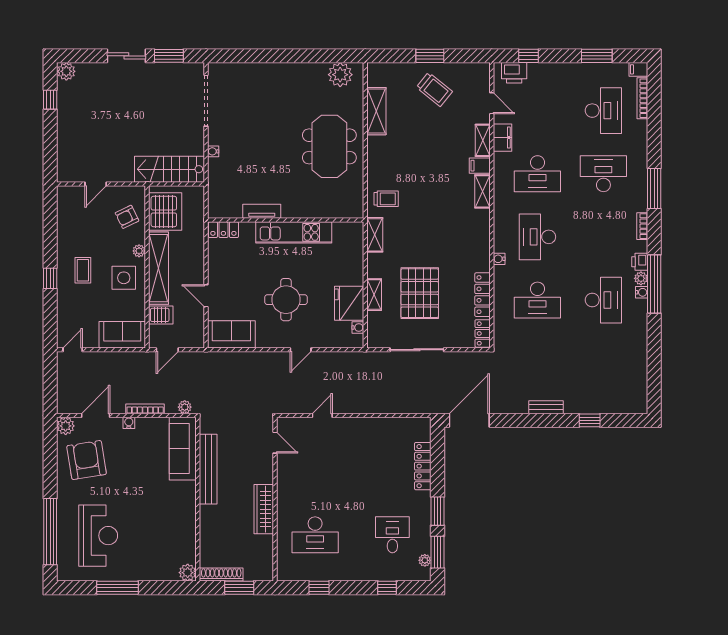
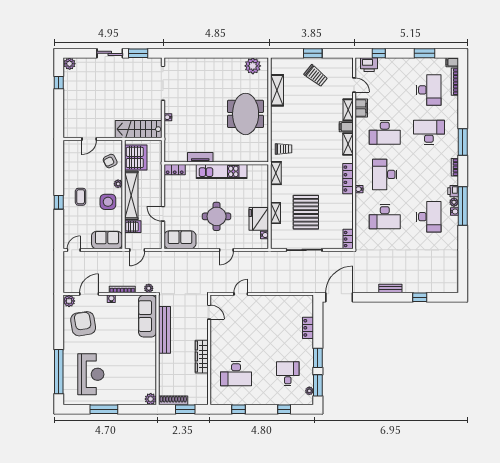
locker: (482, 295) -> (348, 179), moved
locker: (423, 466) -> (308, 328), width x0.66

